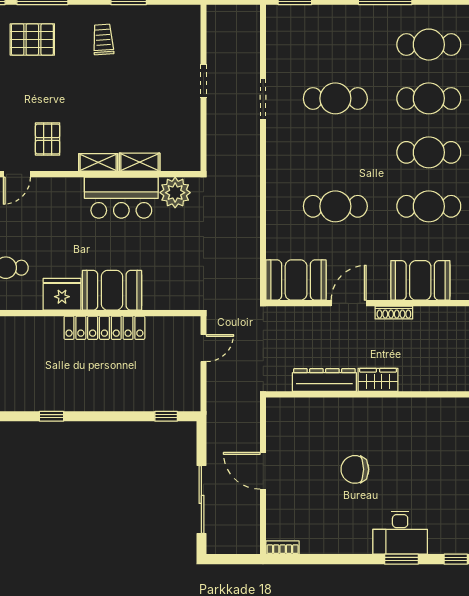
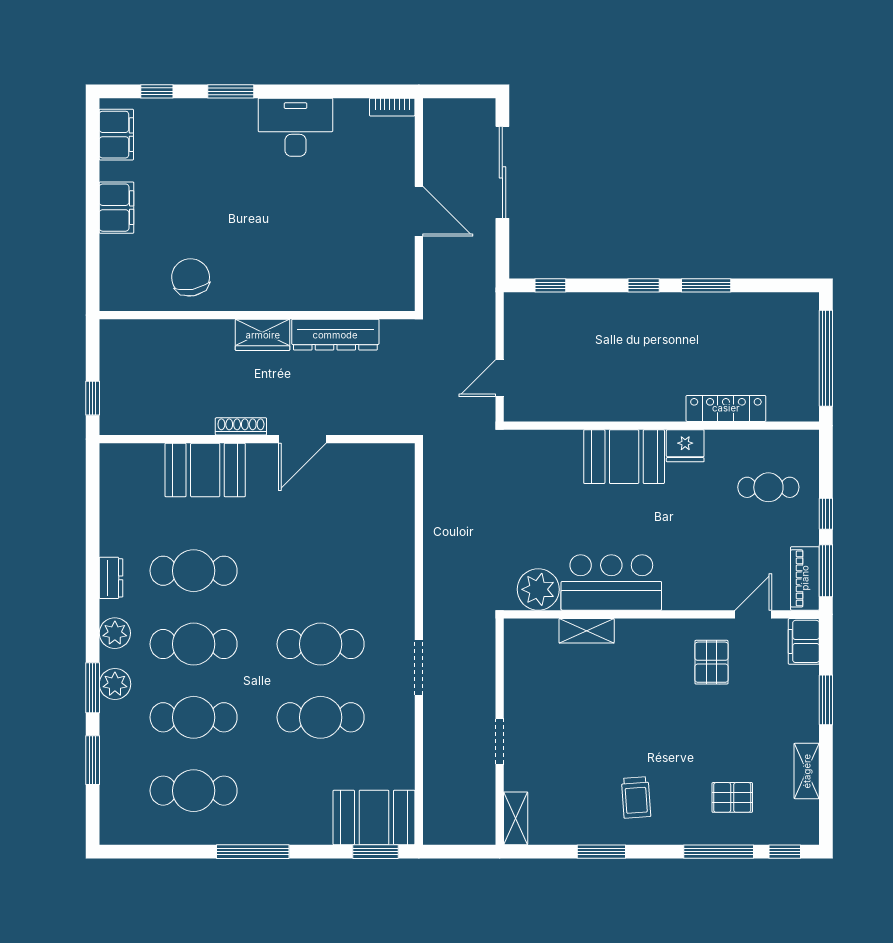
pallet: (32, 39) -> (732, 797), width x0.67, depth x0.71
doorway: (263, 99) -> (419, 668), moved
shelving: (98, 162) -> (516, 818), moved, turned 90
cafe table: (335, 206) -> (321, 644), moved
booth: (296, 280) -> (374, 817), moved
fridge: (62, 294) -> (685, 446), width x0.73, depth x0.75
locker: (104, 328) -> (726, 408), moved, width x0.71, depth x0.83
window: (52, 416) -> (706, 285), width x1.50
window: (98, 416) -> (644, 285), added
chair: (355, 469) -> (191, 277), moved, turned -100
desk: (400, 533) -> (295, 127), moved

